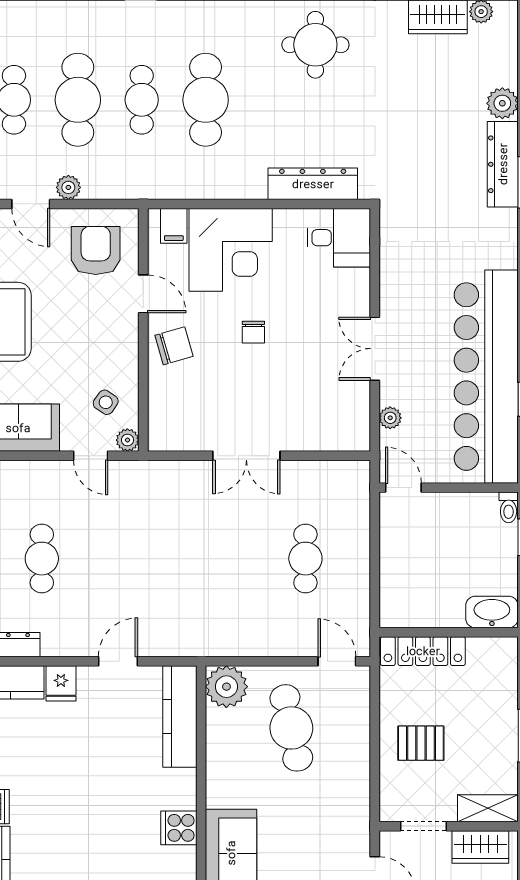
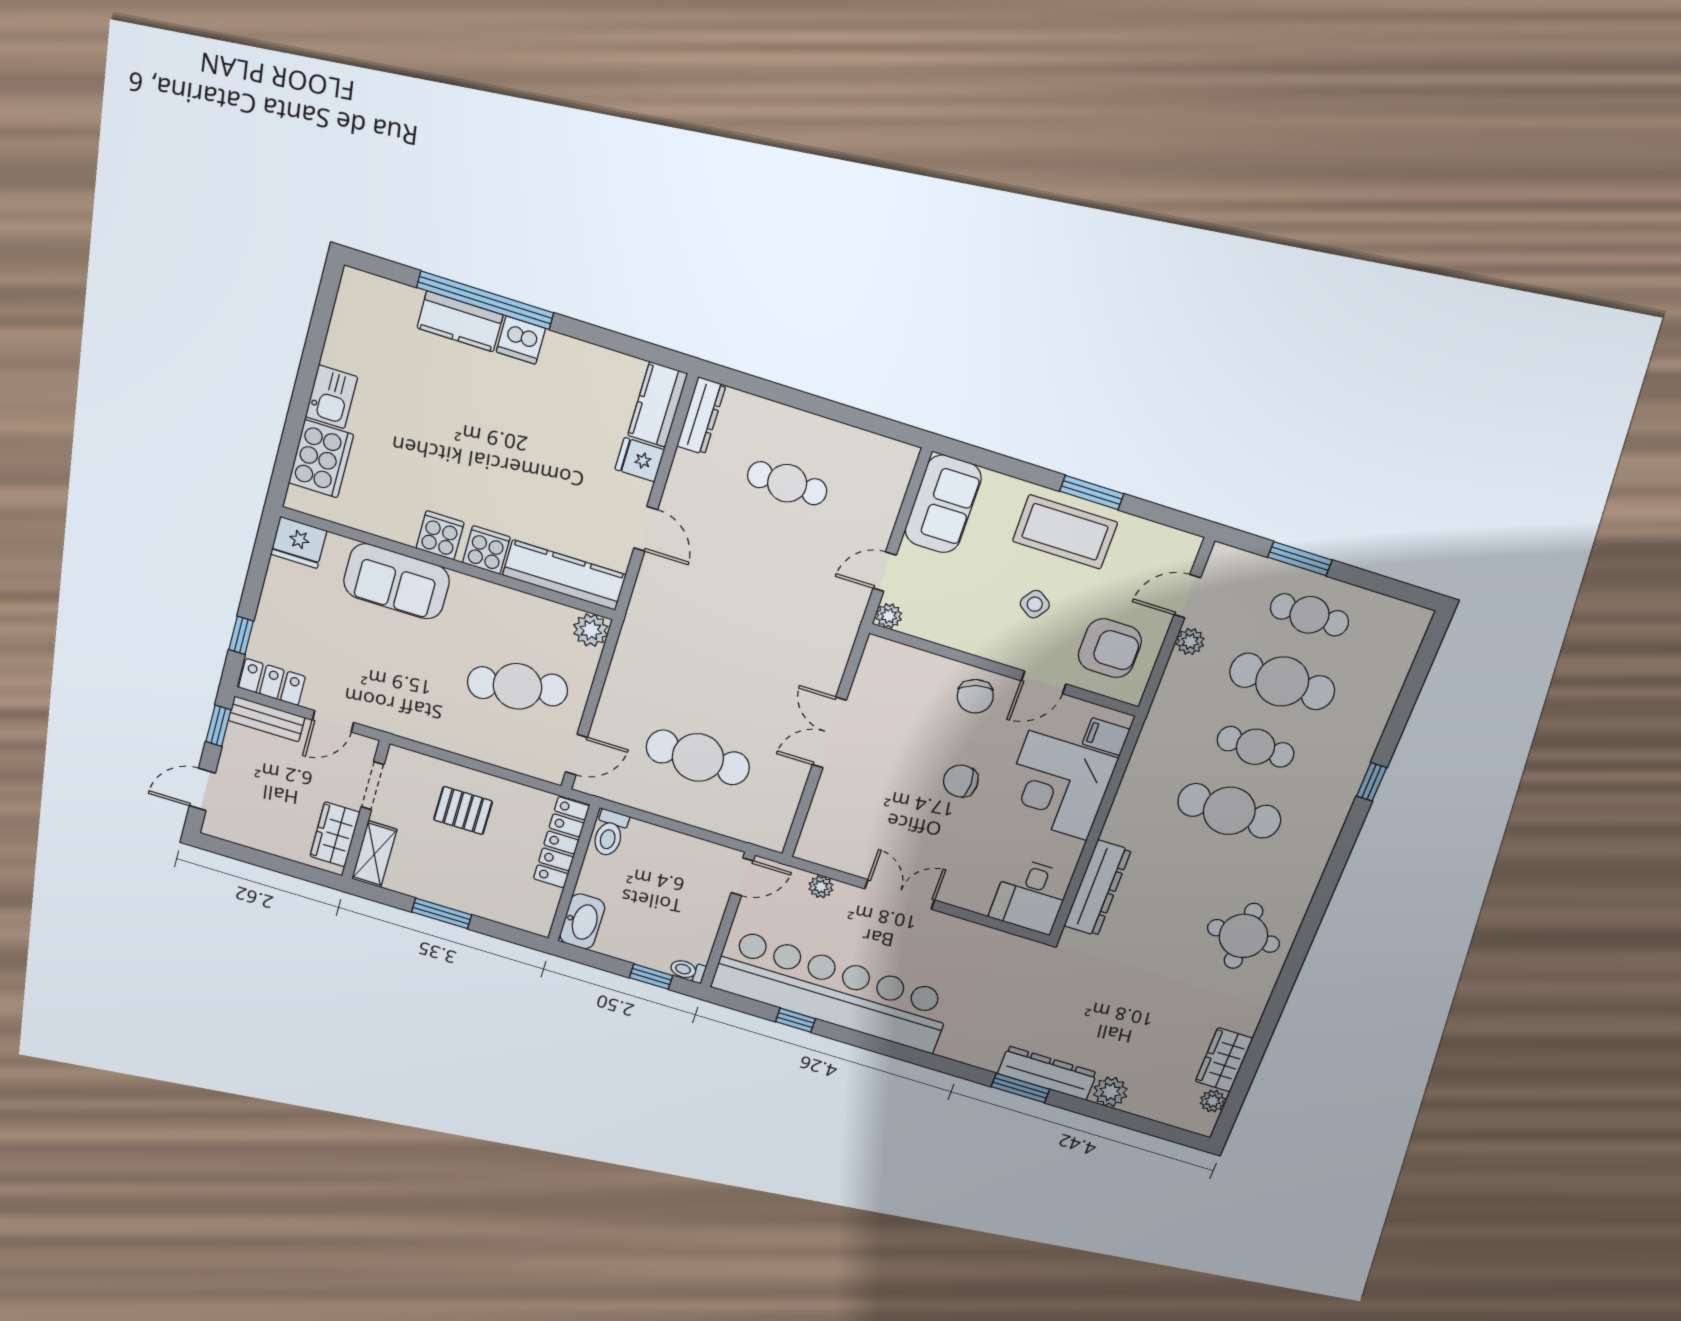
chair: (253, 332) -> (961, 781), width x1.37, depth x1.37
side table: (106, 402) -> (1035, 604), moved
cafe table: (305, 559) -> (698, 757), width x1.37, depth x1.35
toilet: (401, 613) -> (609, 833), added
plant: (226, 687) -> (591, 630), width x0.73, depth x0.73
pallet: (421, 743) -> (463, 810), turned 90
cooker: (179, 787) -> (486, 550), added

